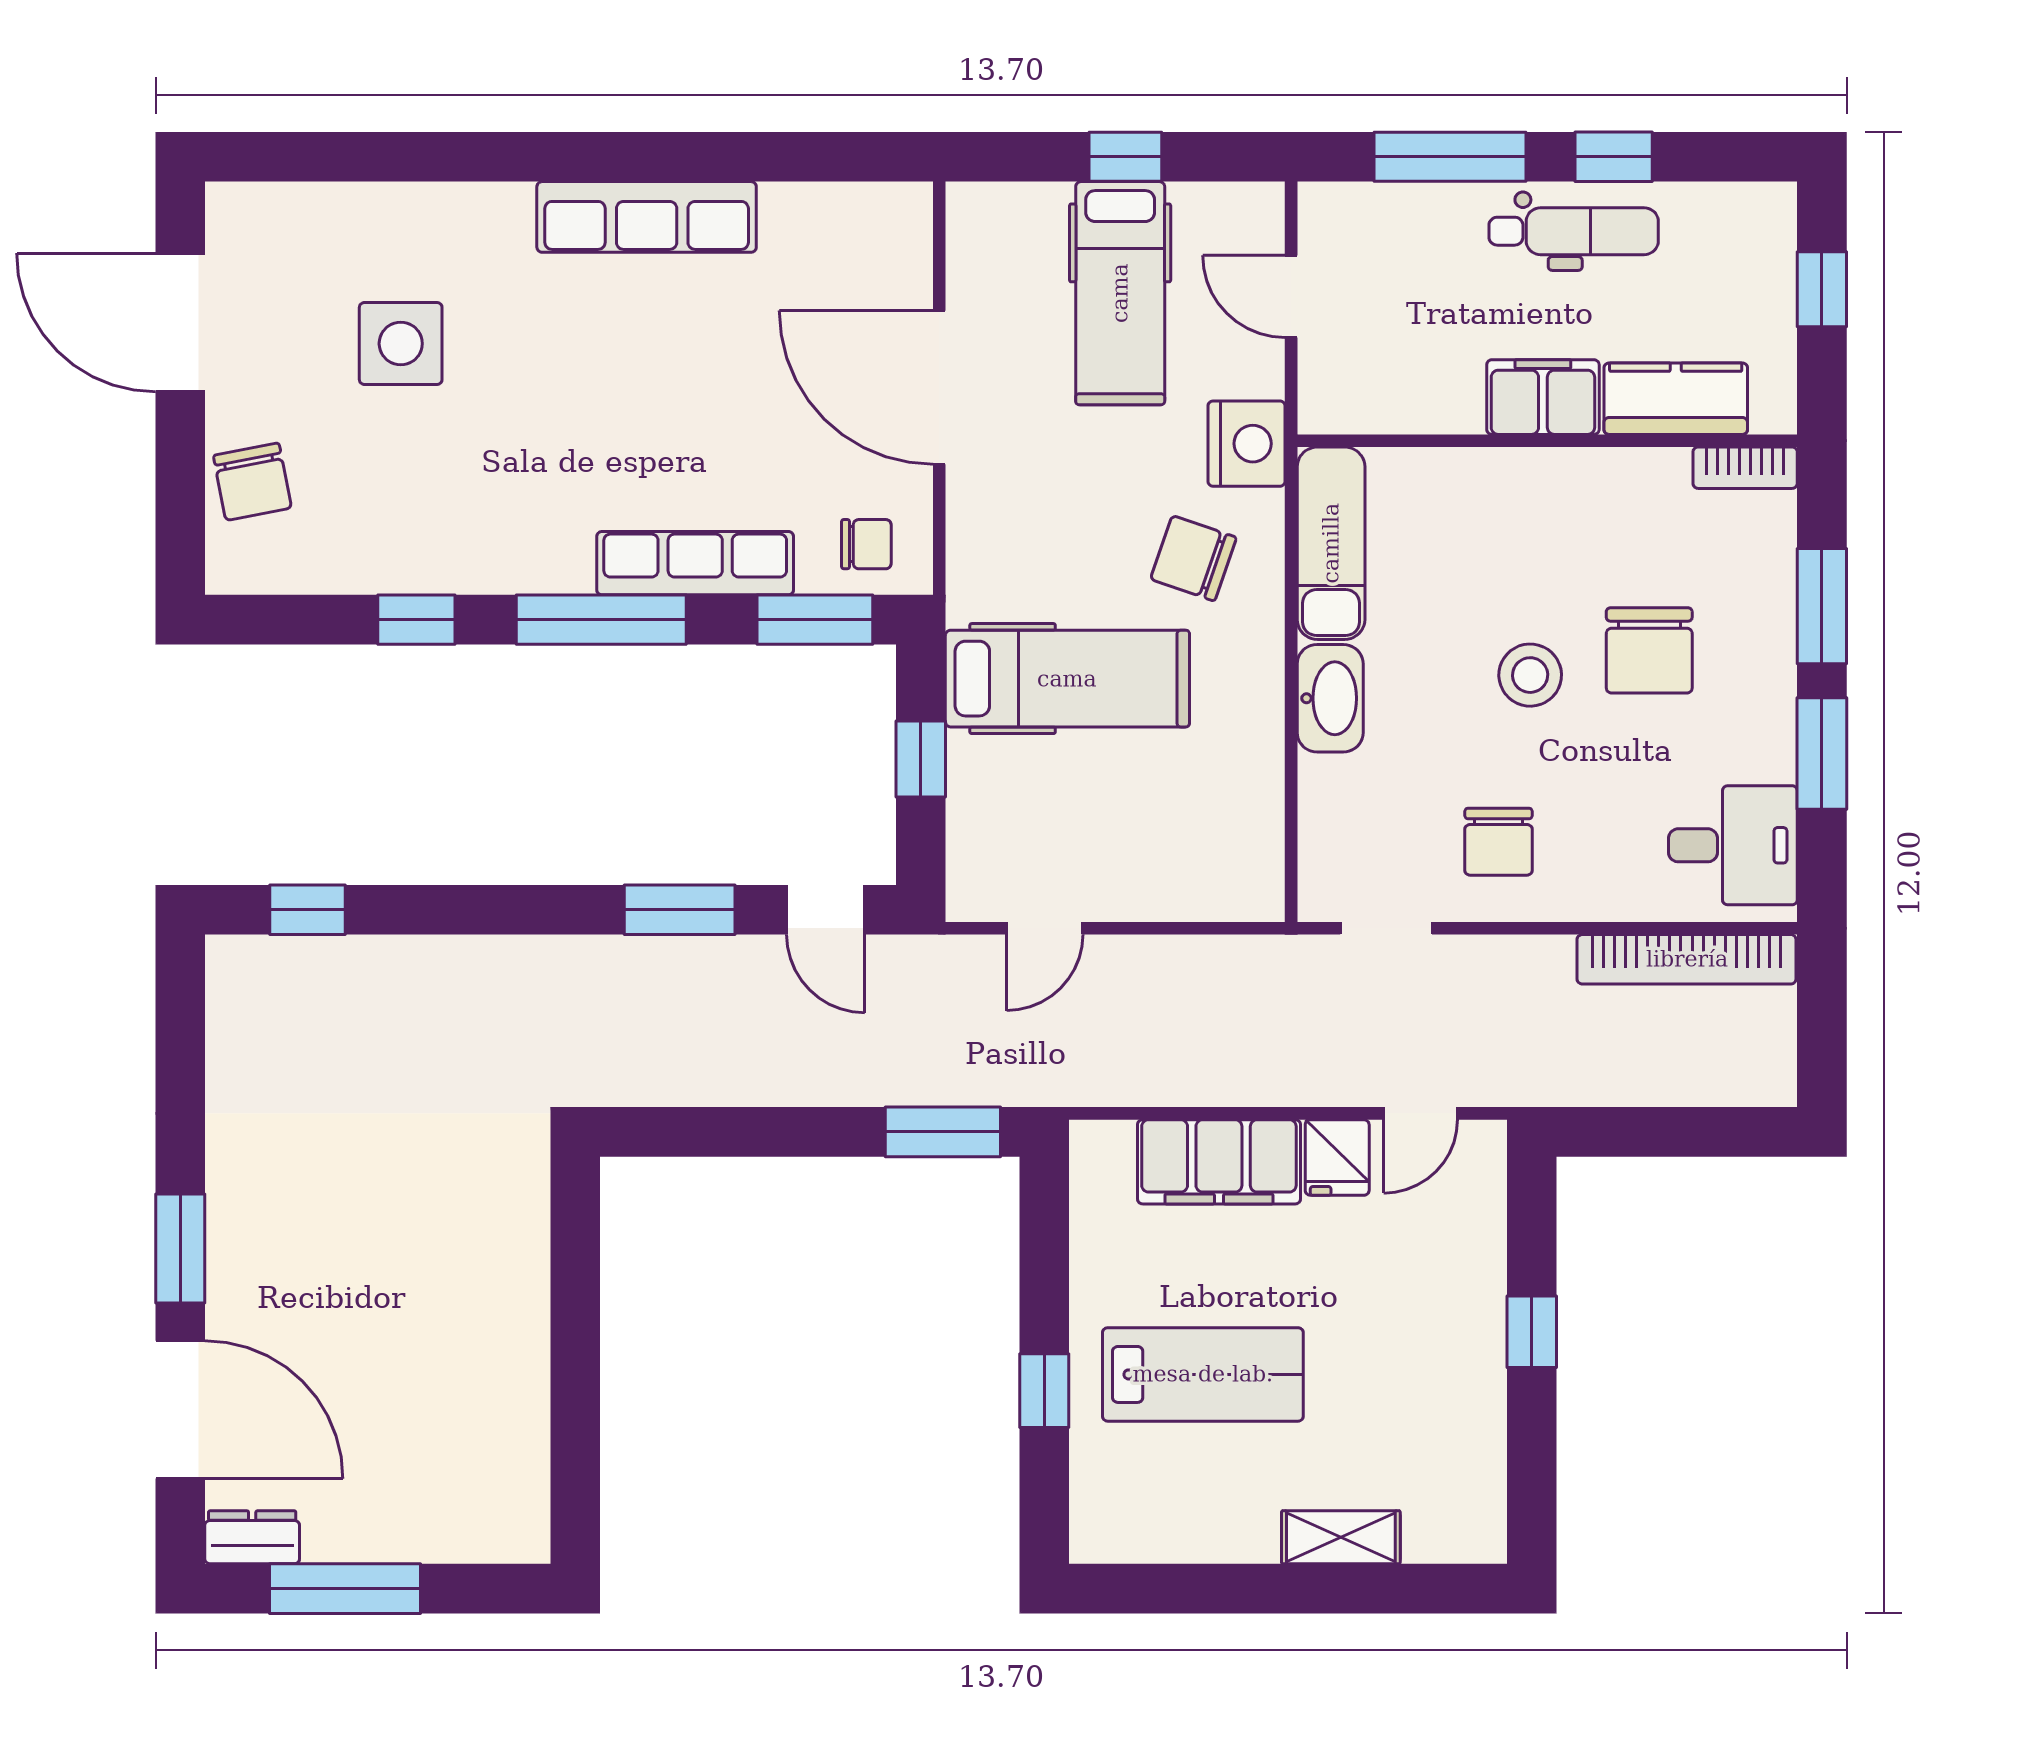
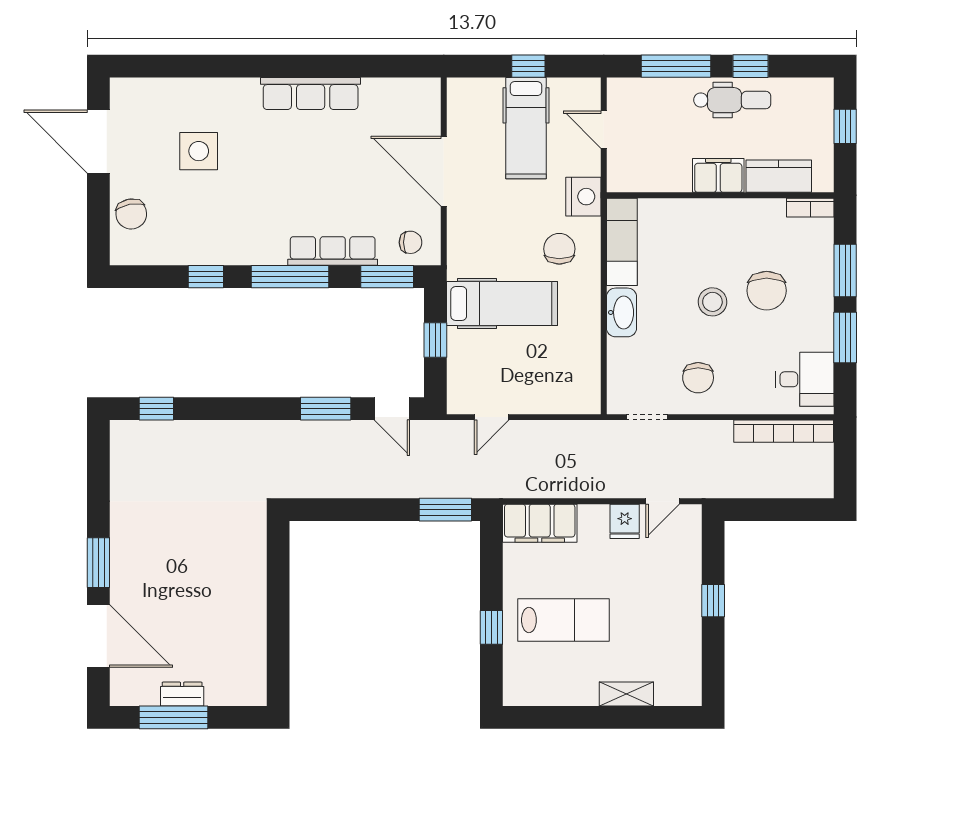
chair: (1193, 558) -> (559, 249), turned 71
filing cabinet: (1219, 1162) -> (540, 523), moved
dresser: (252, 1537) -> (182, 694), moved

